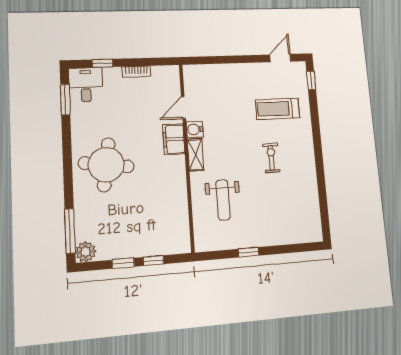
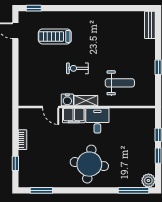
desk: (86, 85) -> (97, 121), moved, turned 90
treadmill: (278, 109) -> (55, 36), turned 90
exercise bike: (271, 158) -> (77, 68), moved
bench: (304, 236) -> (150, 25), added

